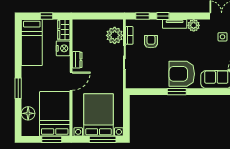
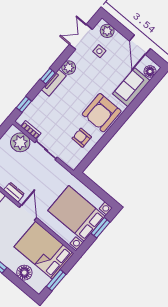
window: (163, 16) -> (48, 76), moved
armchair: (151, 42) -> (82, 138), moved
window: (177, 92) -> (113, 130), removed
window: (52, 139) -> (56, 280), moved
window: (103, 139) -> (100, 228), width x0.69

